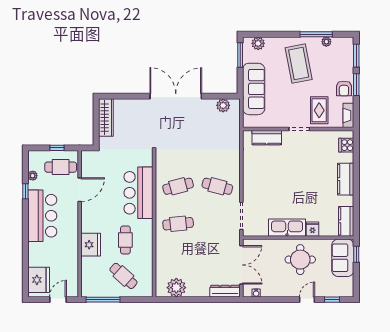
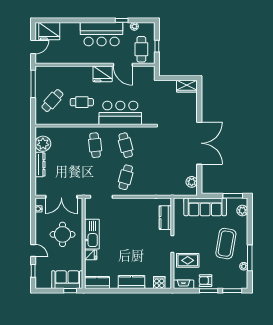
coffee table: (299, 64) -> (226, 244), turned -69
wardrobe: (106, 117) -> (187, 86), width x0.67
fridge: (91, 245) -> (103, 74), moved
round table: (300, 260) -> (63, 234), moved
dresser: (225, 291) -> (40, 165), moved
door: (58, 300) -> (33, 47), hinge flipped

